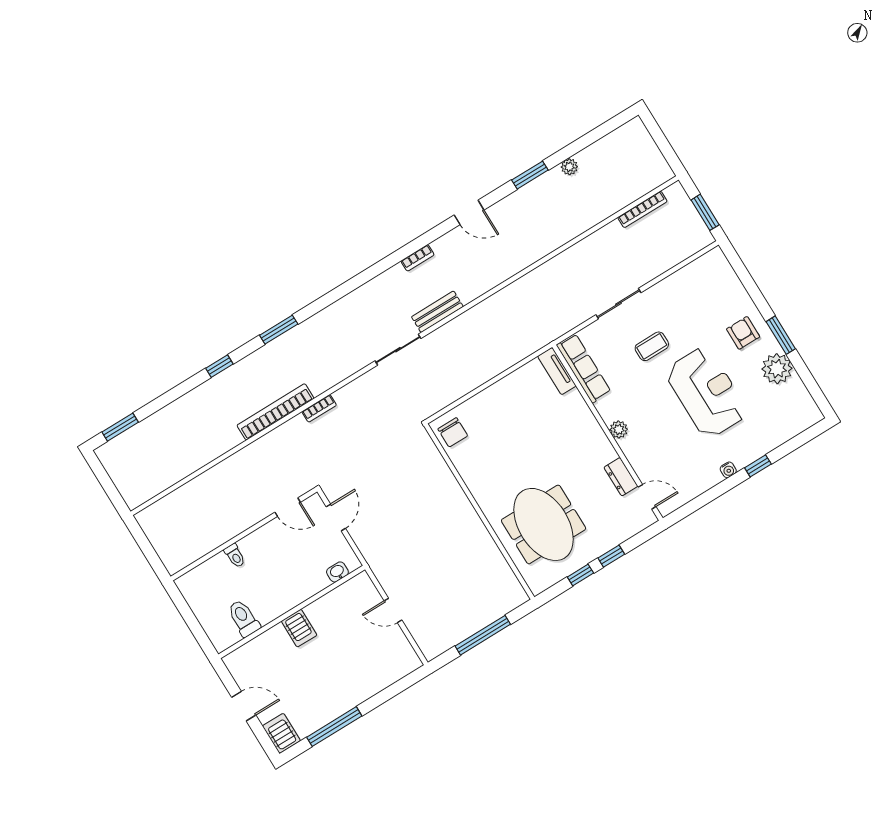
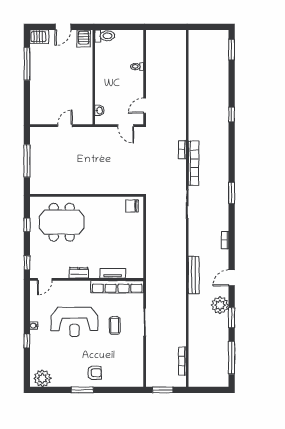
window: (591, 137) -> (232, 358), added
plant: (569, 167) -> (220, 305), moved, width x1.88, depth x1.88
bench: (437, 312) -> (194, 275), moved, width x1.36
window: (279, 330) -> (232, 193), moved
row of seats: (584, 368) -> (117, 287), width x1.36
plant: (777, 369) -> (42, 378), moved
tv unit: (557, 371) -> (113, 273), moved
reception desk: (707, 392) -> (74, 322), moved
bookcase: (275, 412) -> (193, 163), moved
plant: (619, 429) -> (85, 286), removed
dresser: (621, 477) -> (79, 273), moved
window: (611, 556) -> (27, 263), moved
toilet: (244, 618) -> (105, 36), moved
server rack: (299, 628) -> (84, 38), moved, turned -90

